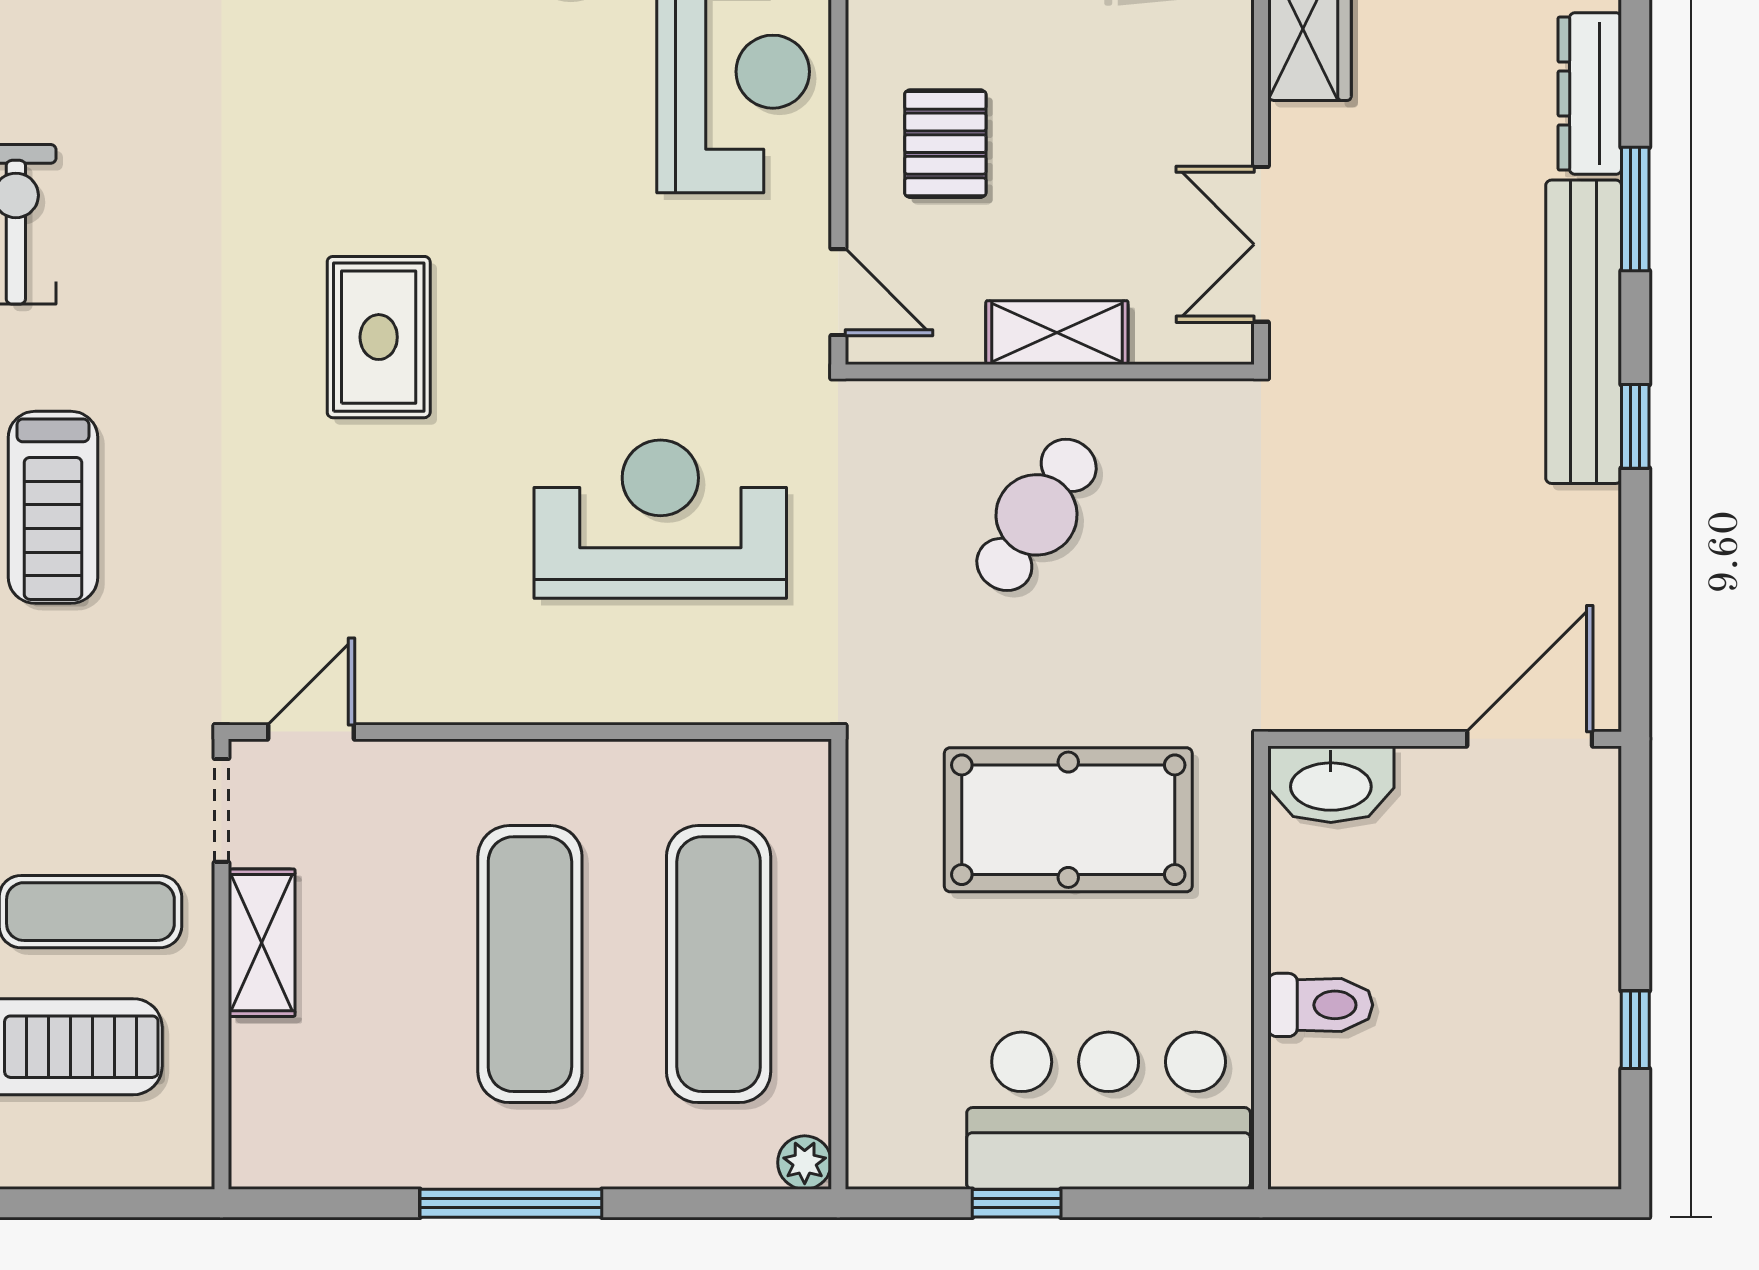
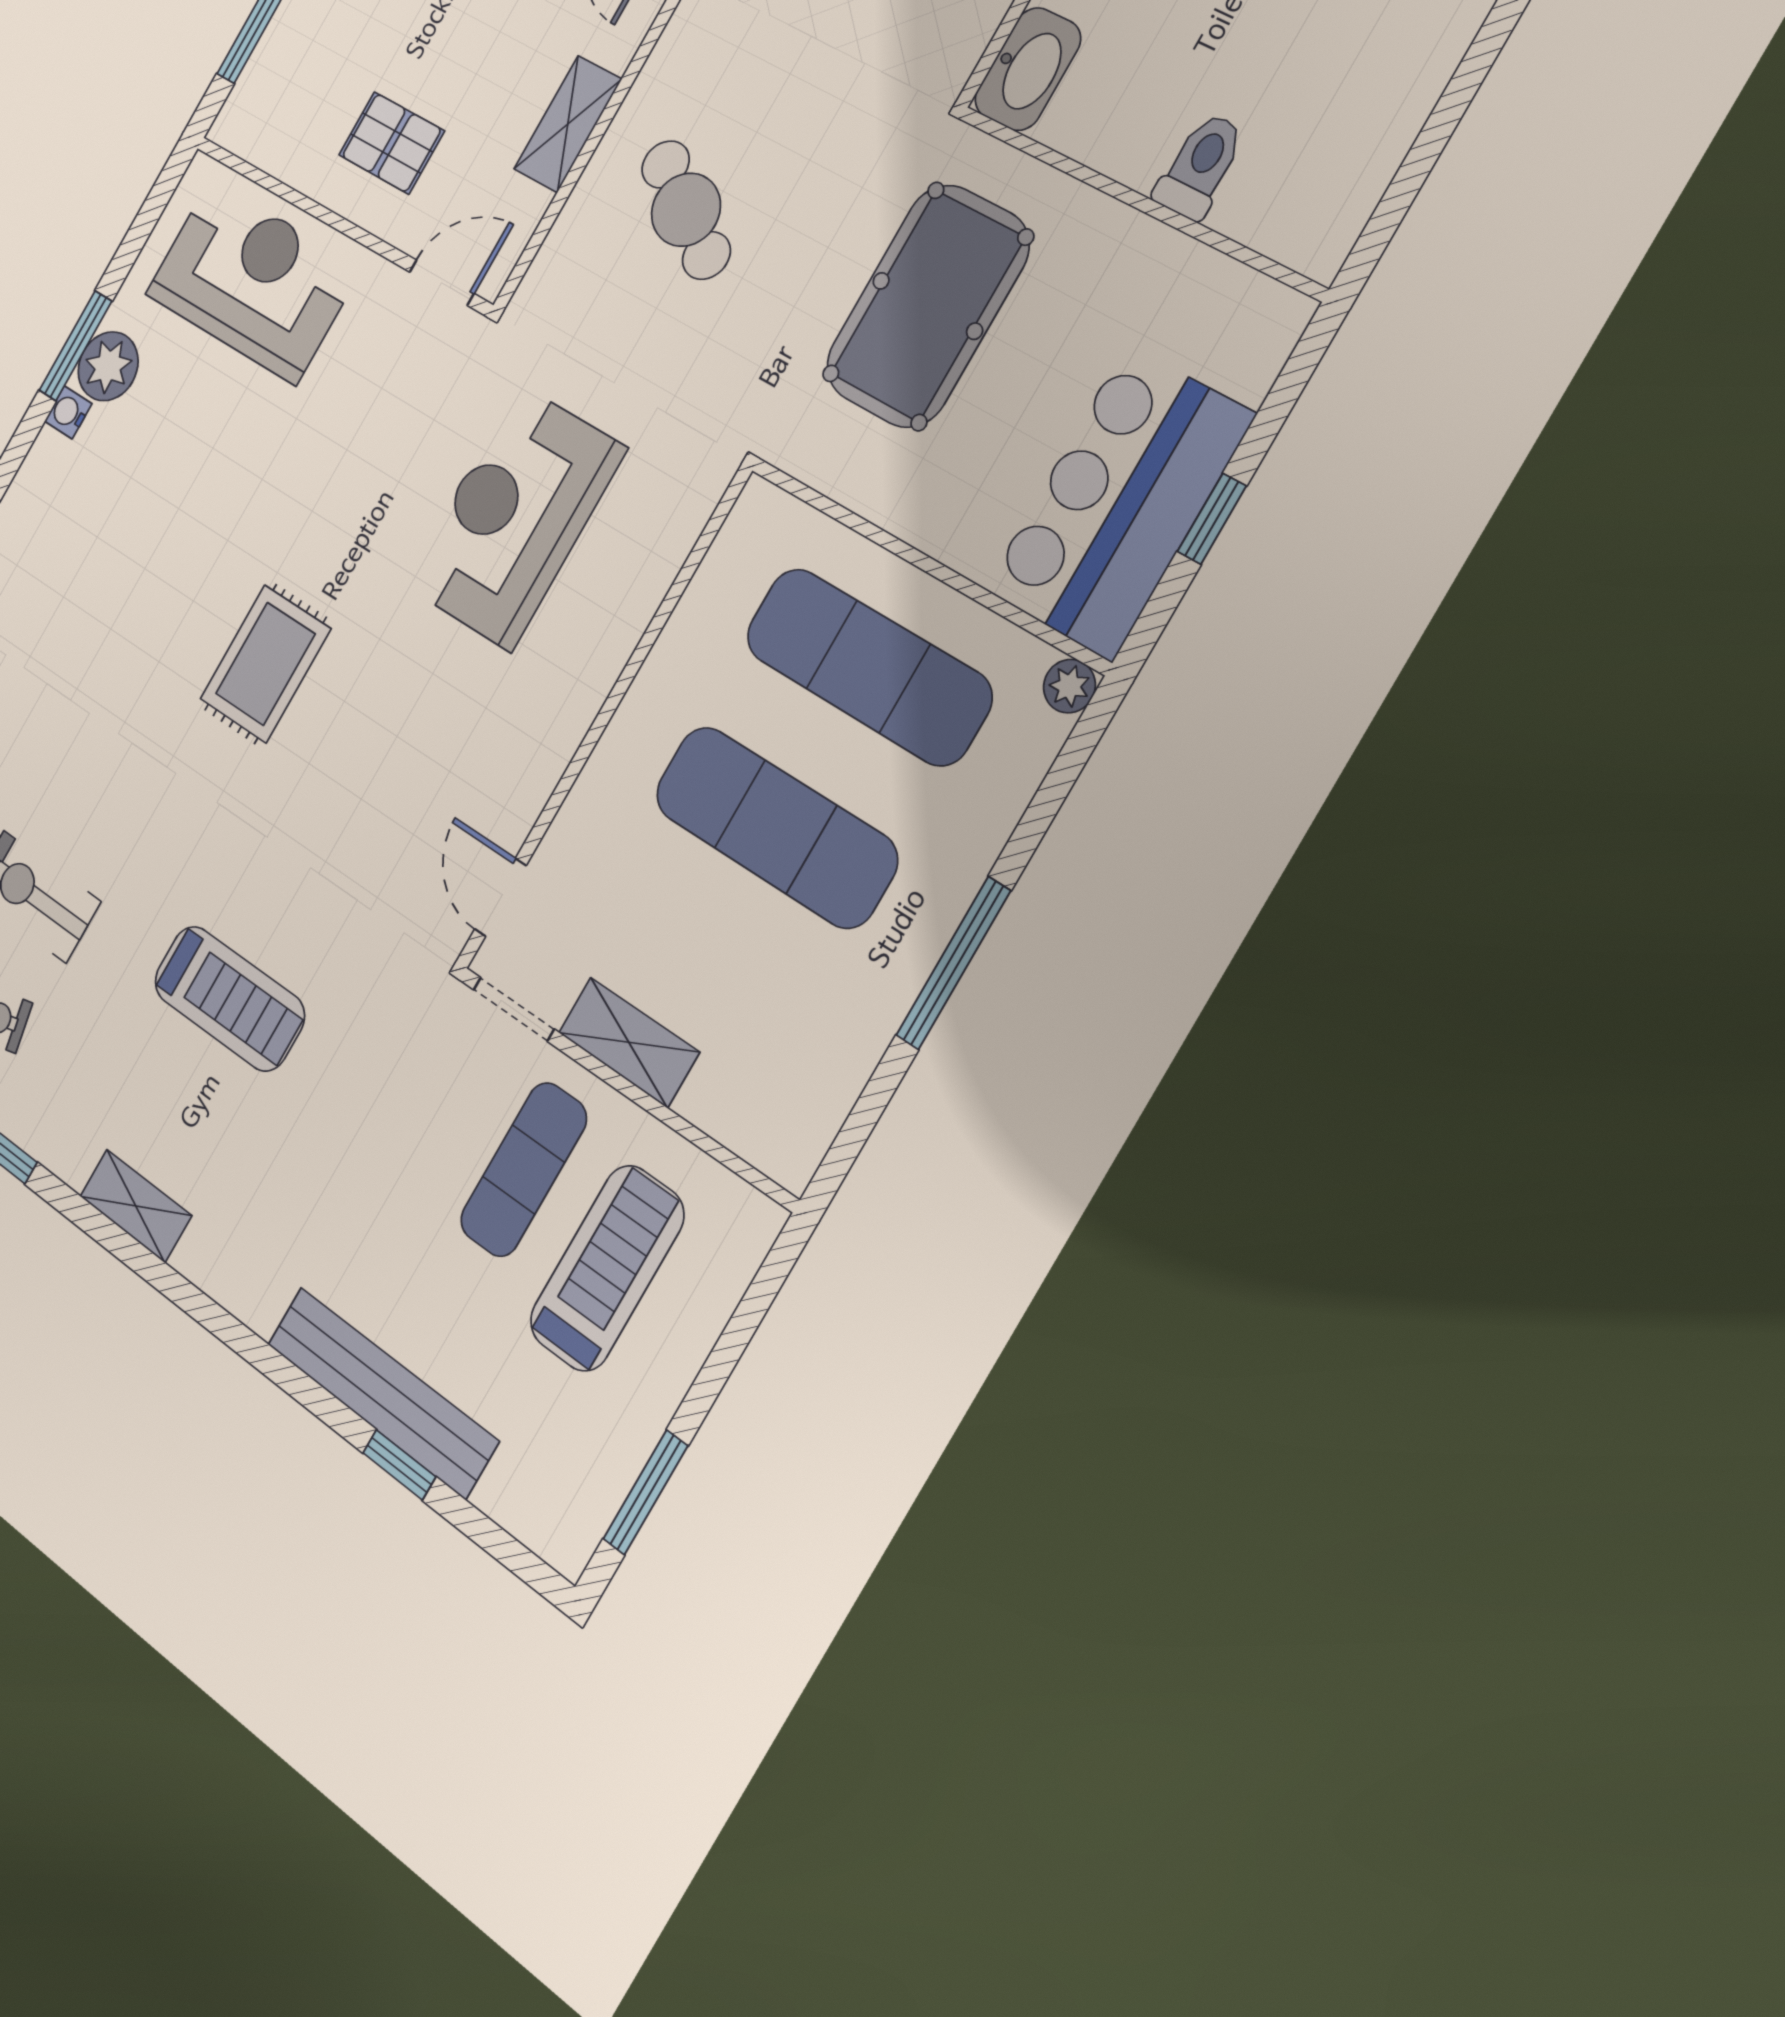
rug: (379, 337) -> (265, 664), turned 90
bar counter: (1109, 1111) -> (1119, 502), moved

